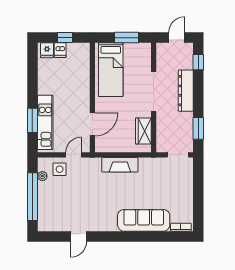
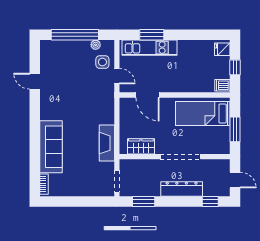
dishwasher: (60, 50) -> (222, 85), moved
fireplace: (120, 165) -> (107, 143), moved

